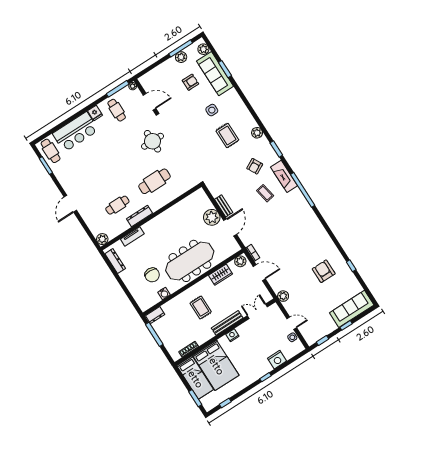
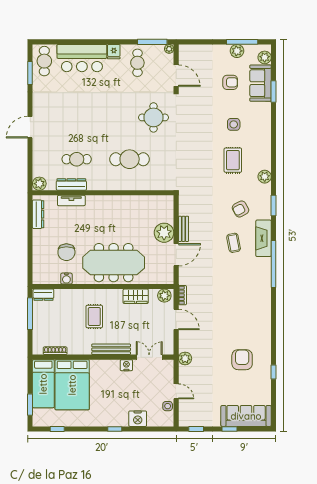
sofa: (215, 74) -> (261, 83), width x0.73
dresser: (140, 216) -> (71, 185), moved
nightstand: (232, 335) -> (126, 365), moved

